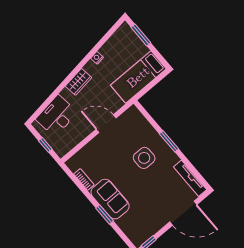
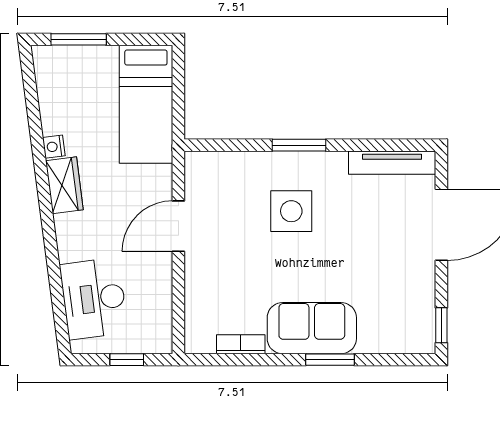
wardrobe: (79, 82) -> (64, 185), moved

